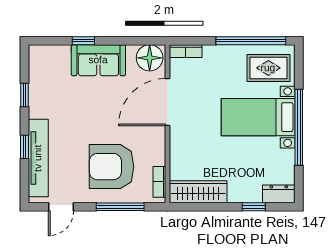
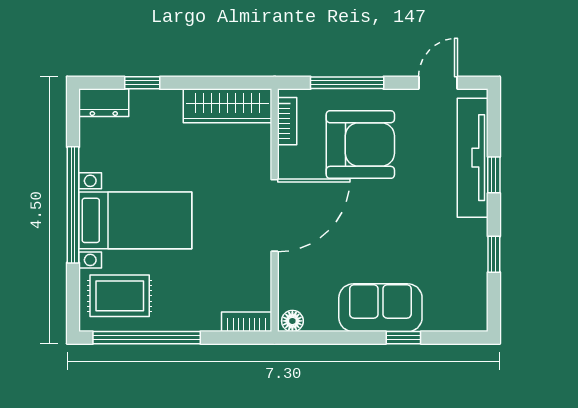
floor lamp: (150, 58) -> (292, 321), width x0.53, depth x0.53
door: (167, 102) -> (275, 215), moved

